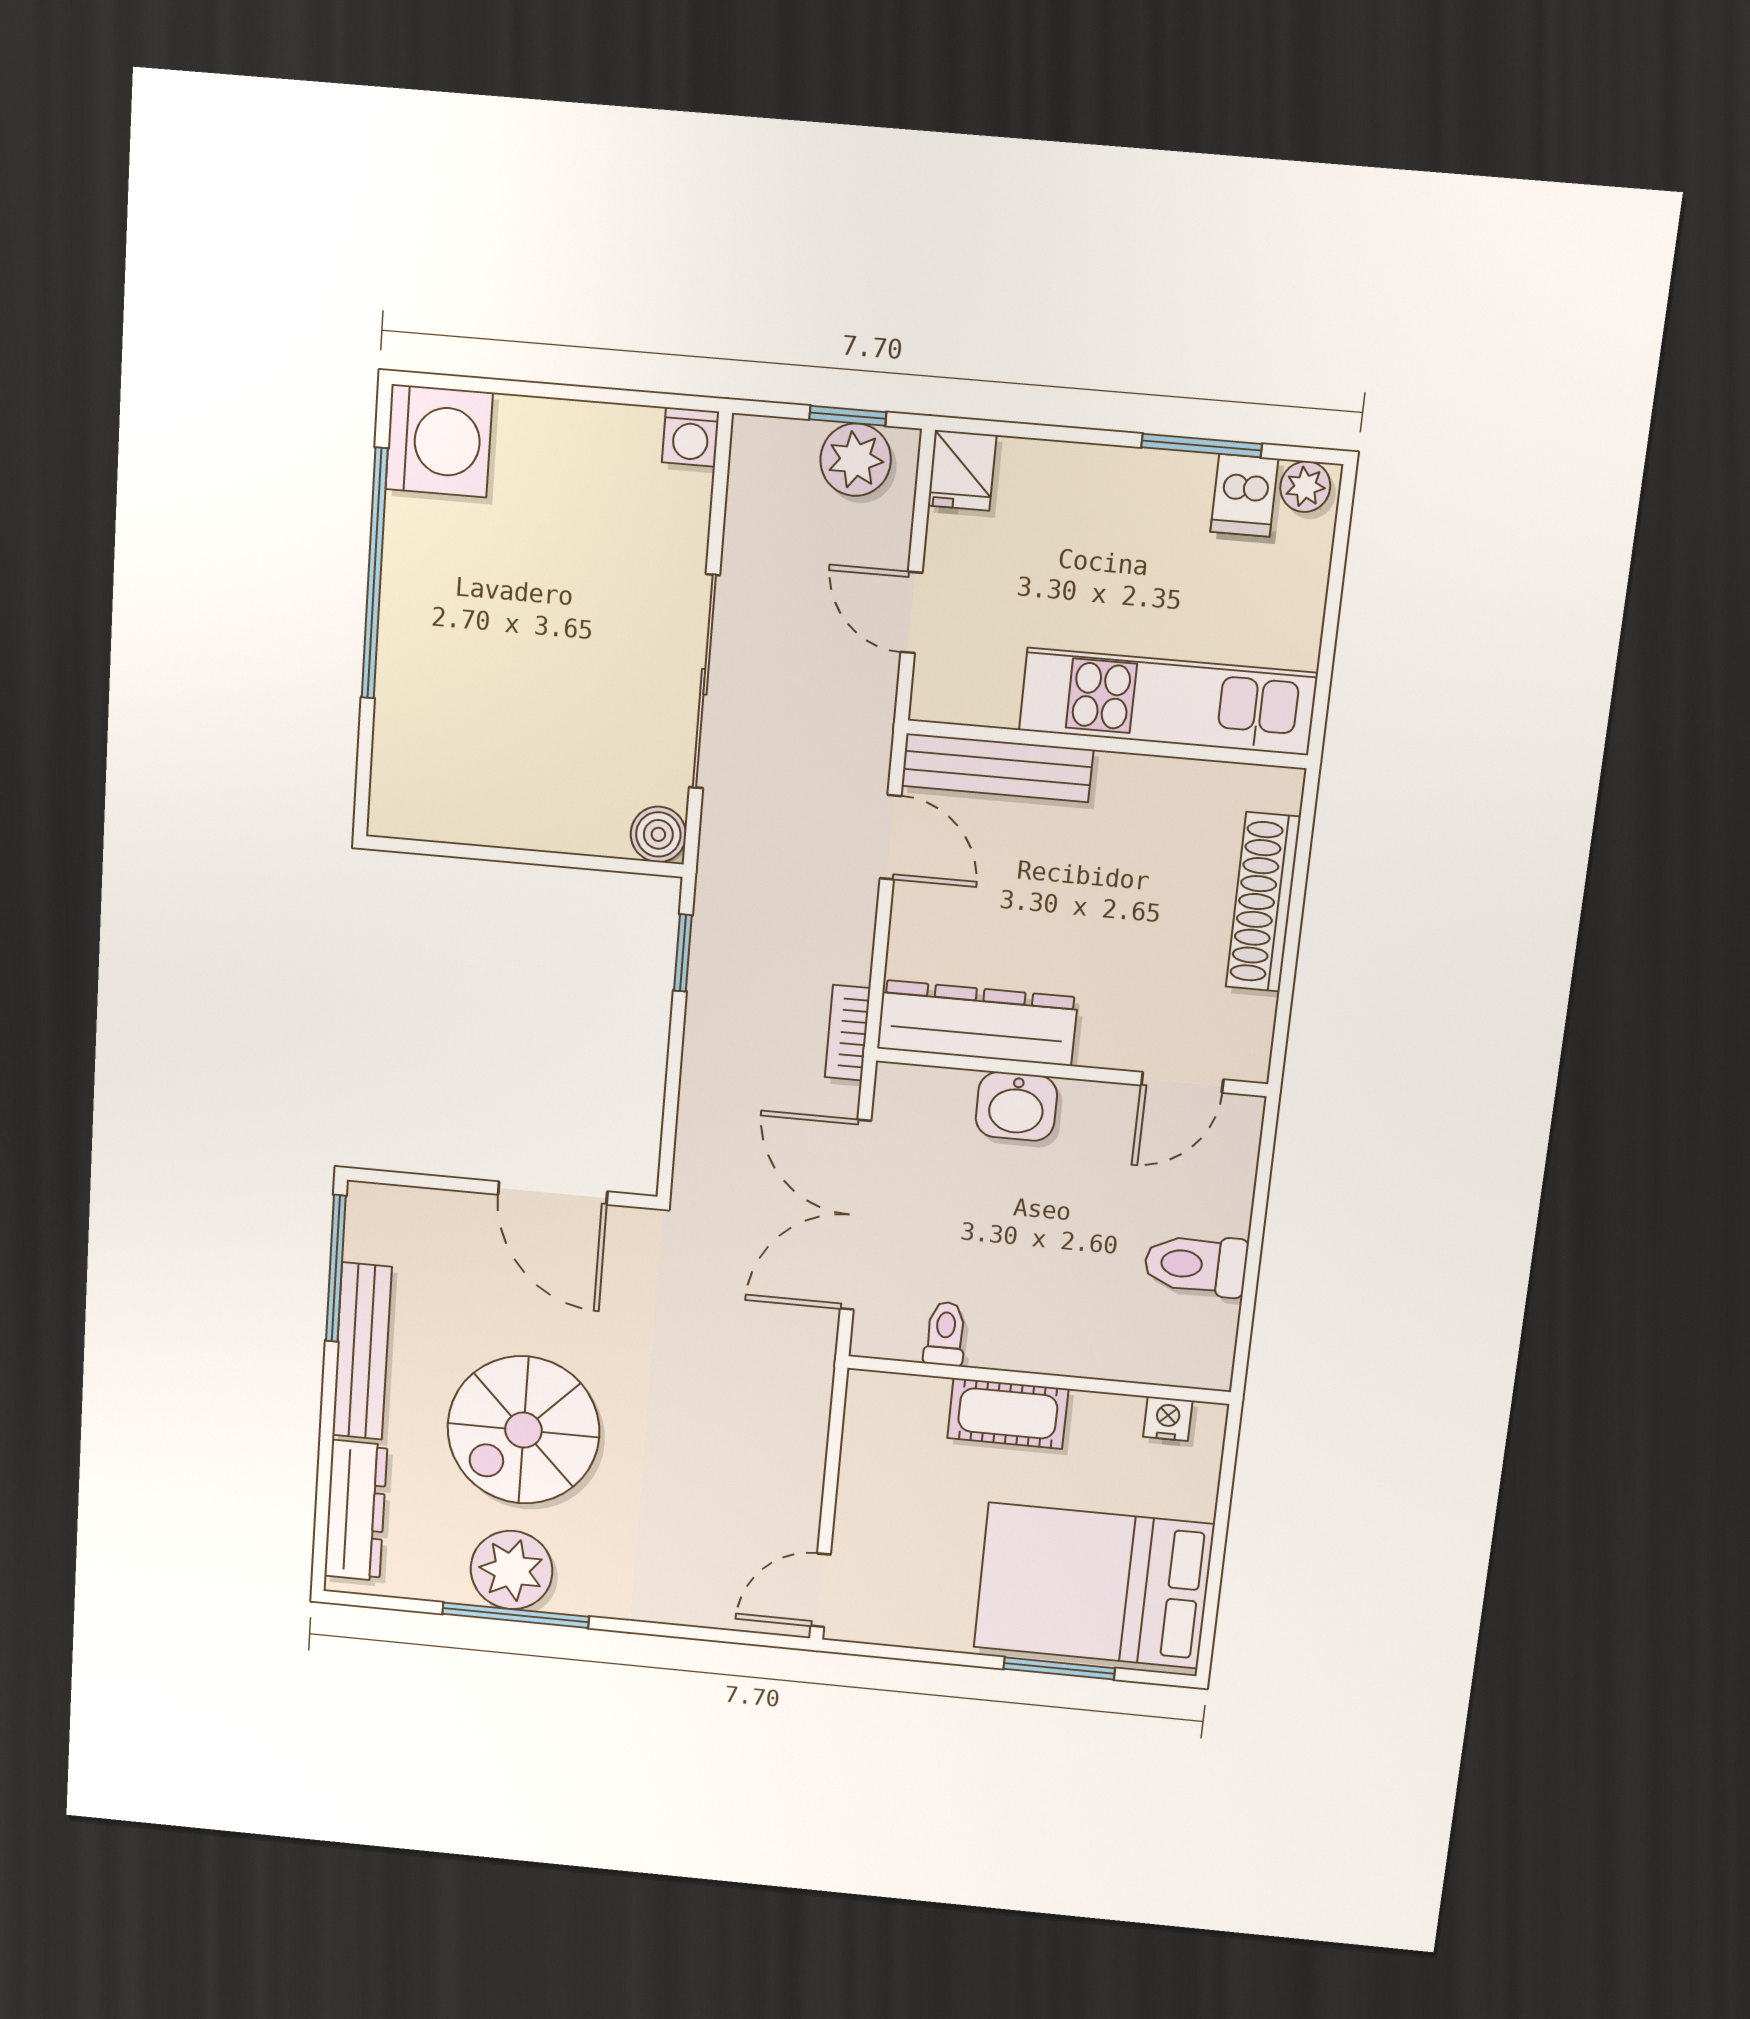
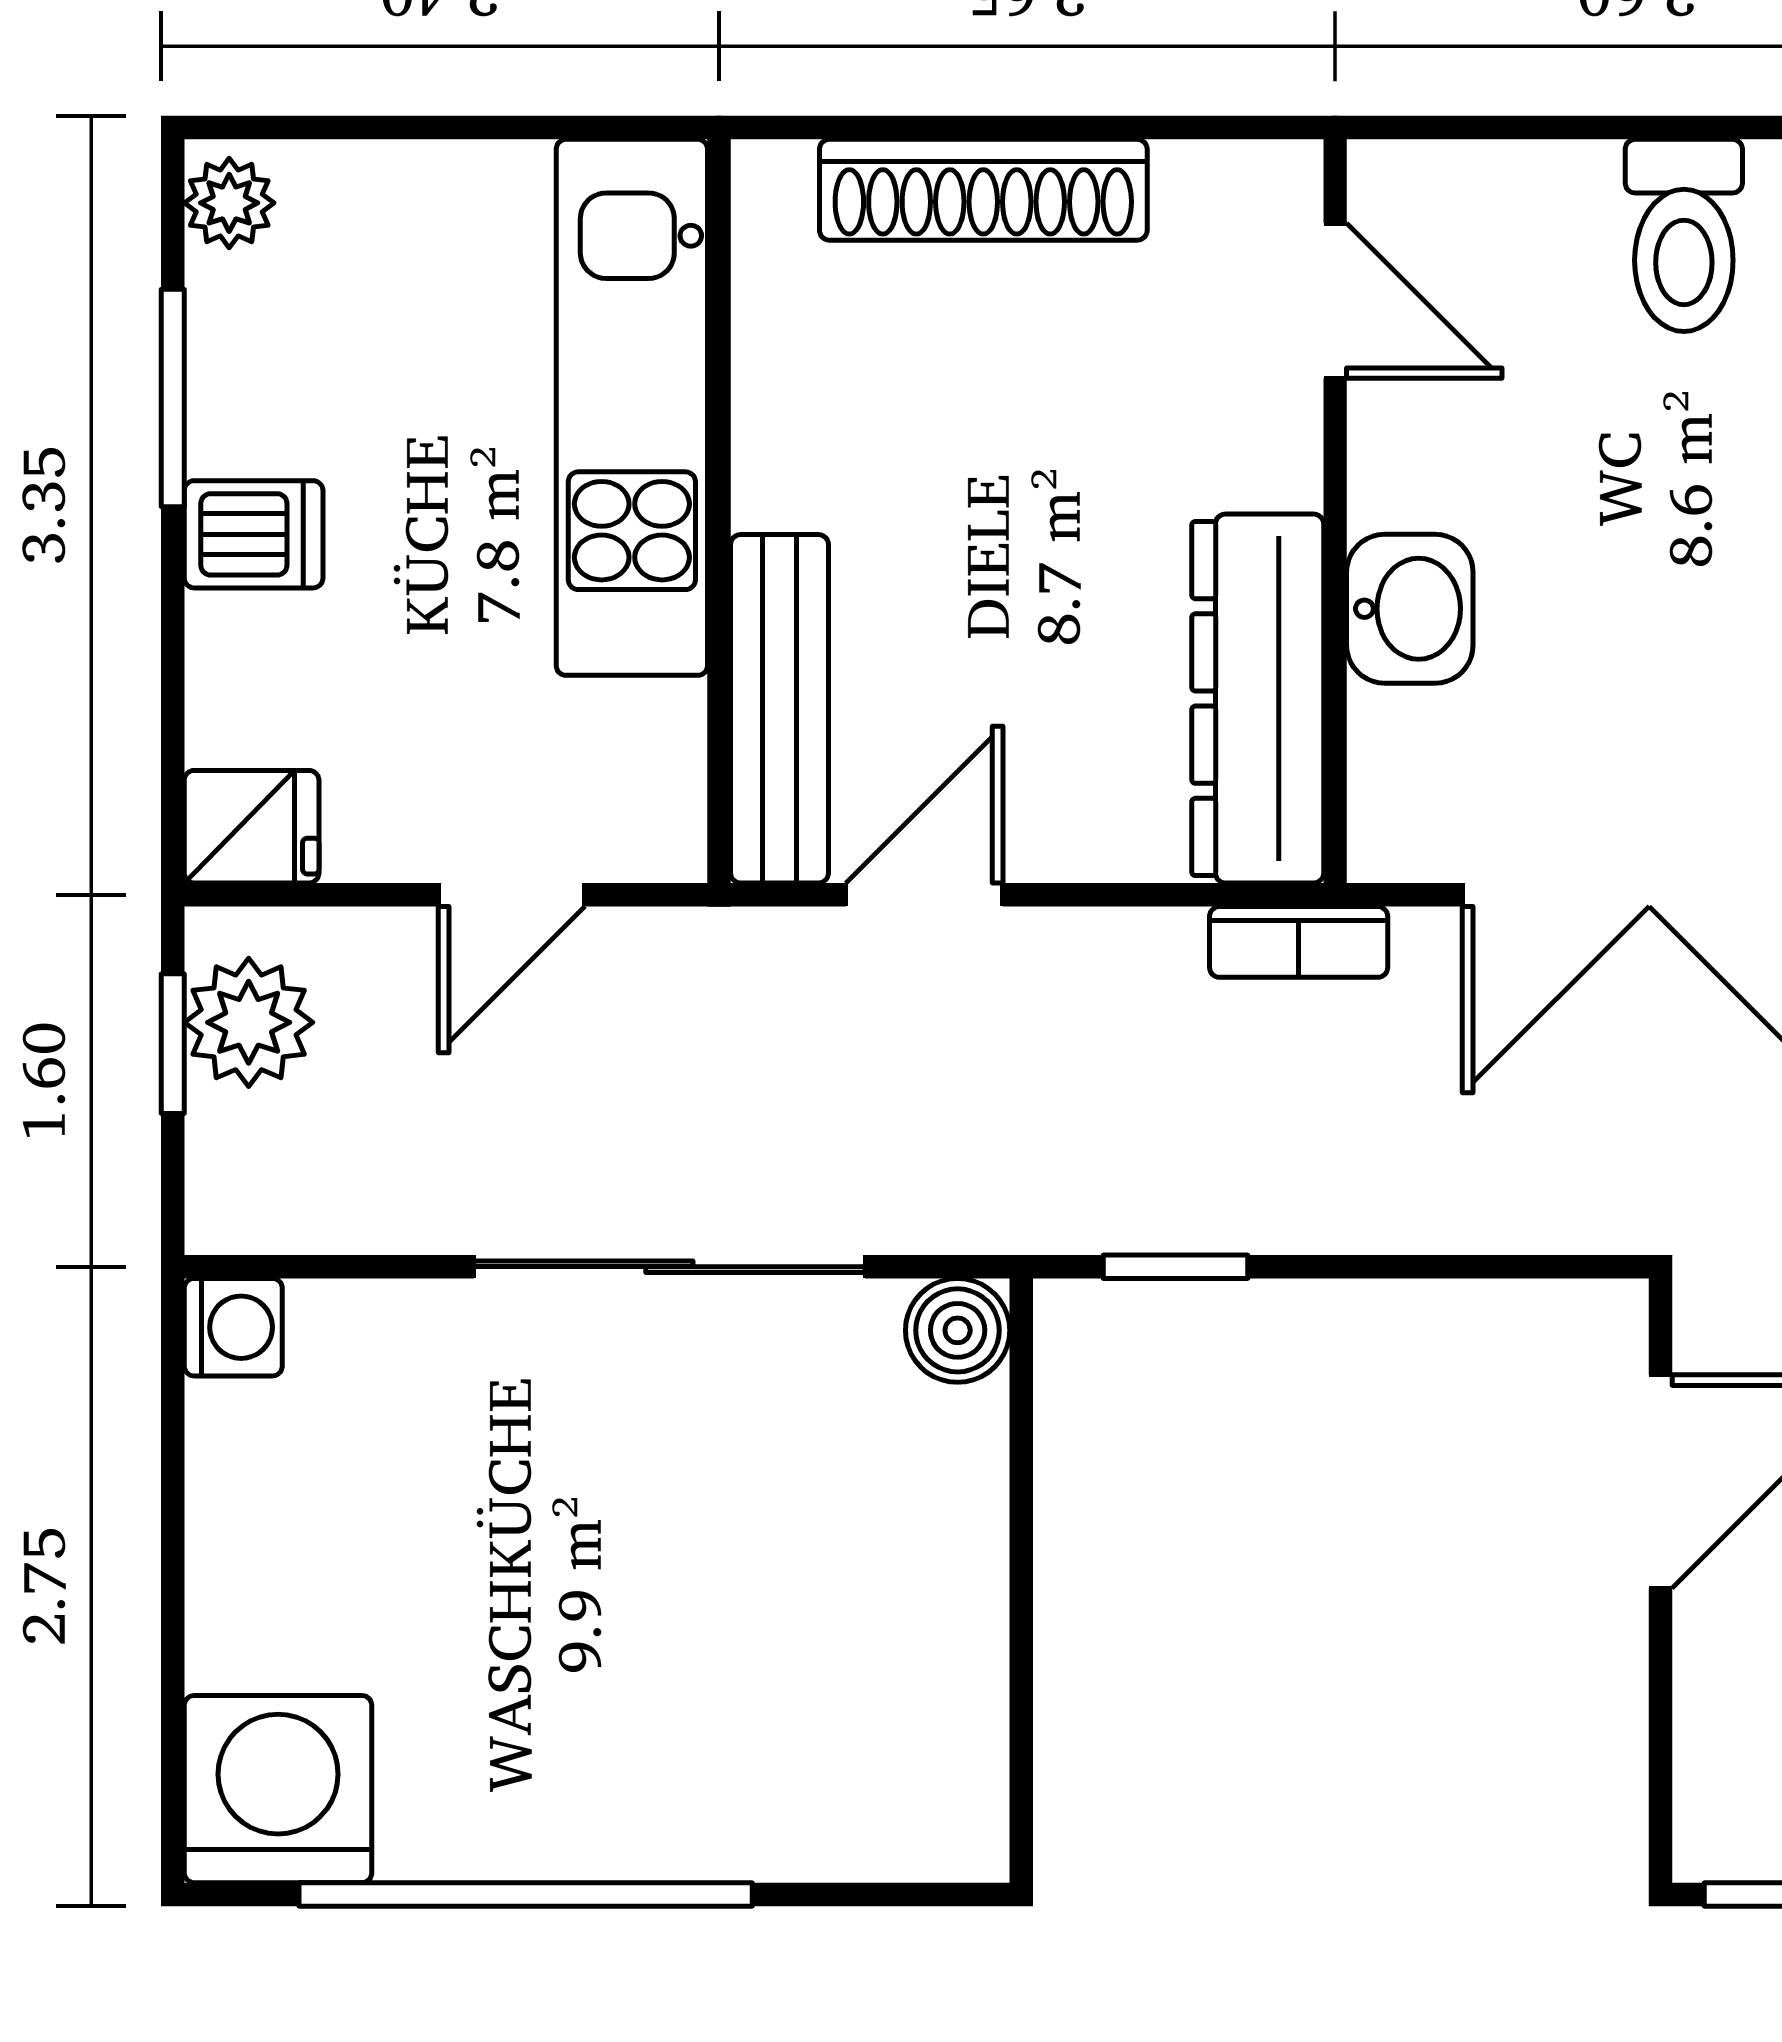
dishwasher: (1244, 495) -> (254, 534), moved

